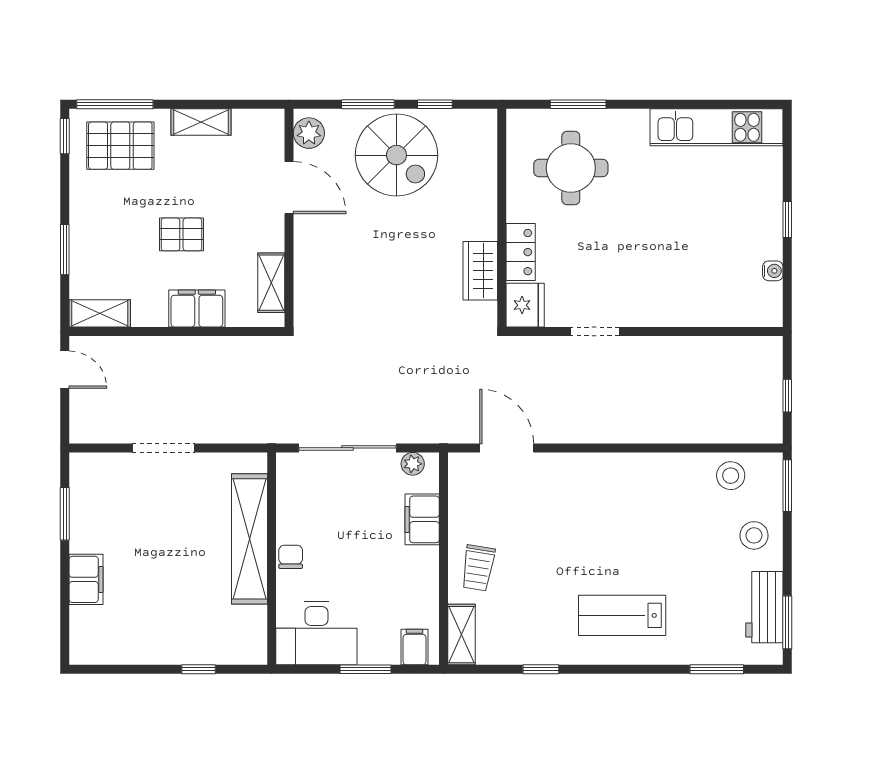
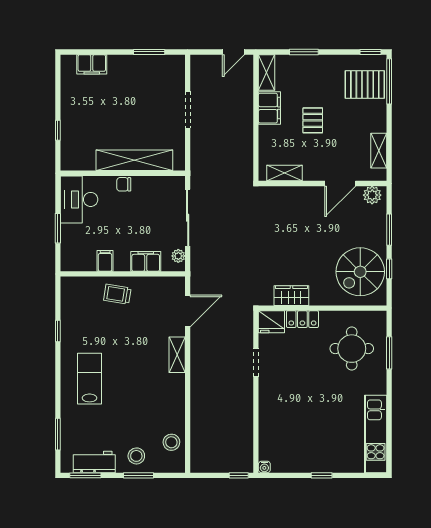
shelving: (201, 122) -> (379, 151), moved
pallet: (120, 146) -> (365, 85), turned 90
spiral stairs: (396, 155) -> (360, 272), moved
water cooler: (773, 271) -> (264, 467), moved
filing cabinet: (197, 308) -> (269, 108), moved
window: (787, 396) -> (239, 475), moved
window: (787, 486) -> (138, 475), moved
chair: (291, 557) -> (124, 184), turned 180
filing cabinet: (86, 579) -> (92, 64), moved
shelving: (462, 635) -> (177, 355), moved, turned 90
filing cabinet: (415, 647) -> (105, 261), moved, turned -90

